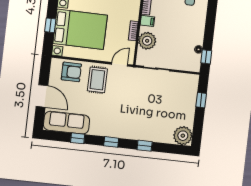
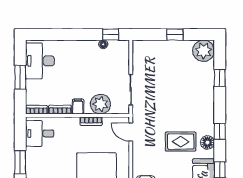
rug: (97, 80) -> (181, 142), moved
window: (201, 100) -> (175, 35), moved
floor lamp: (103, 130) -> (207, 142), added
window: (145, 146) -> (220, 78), moved

